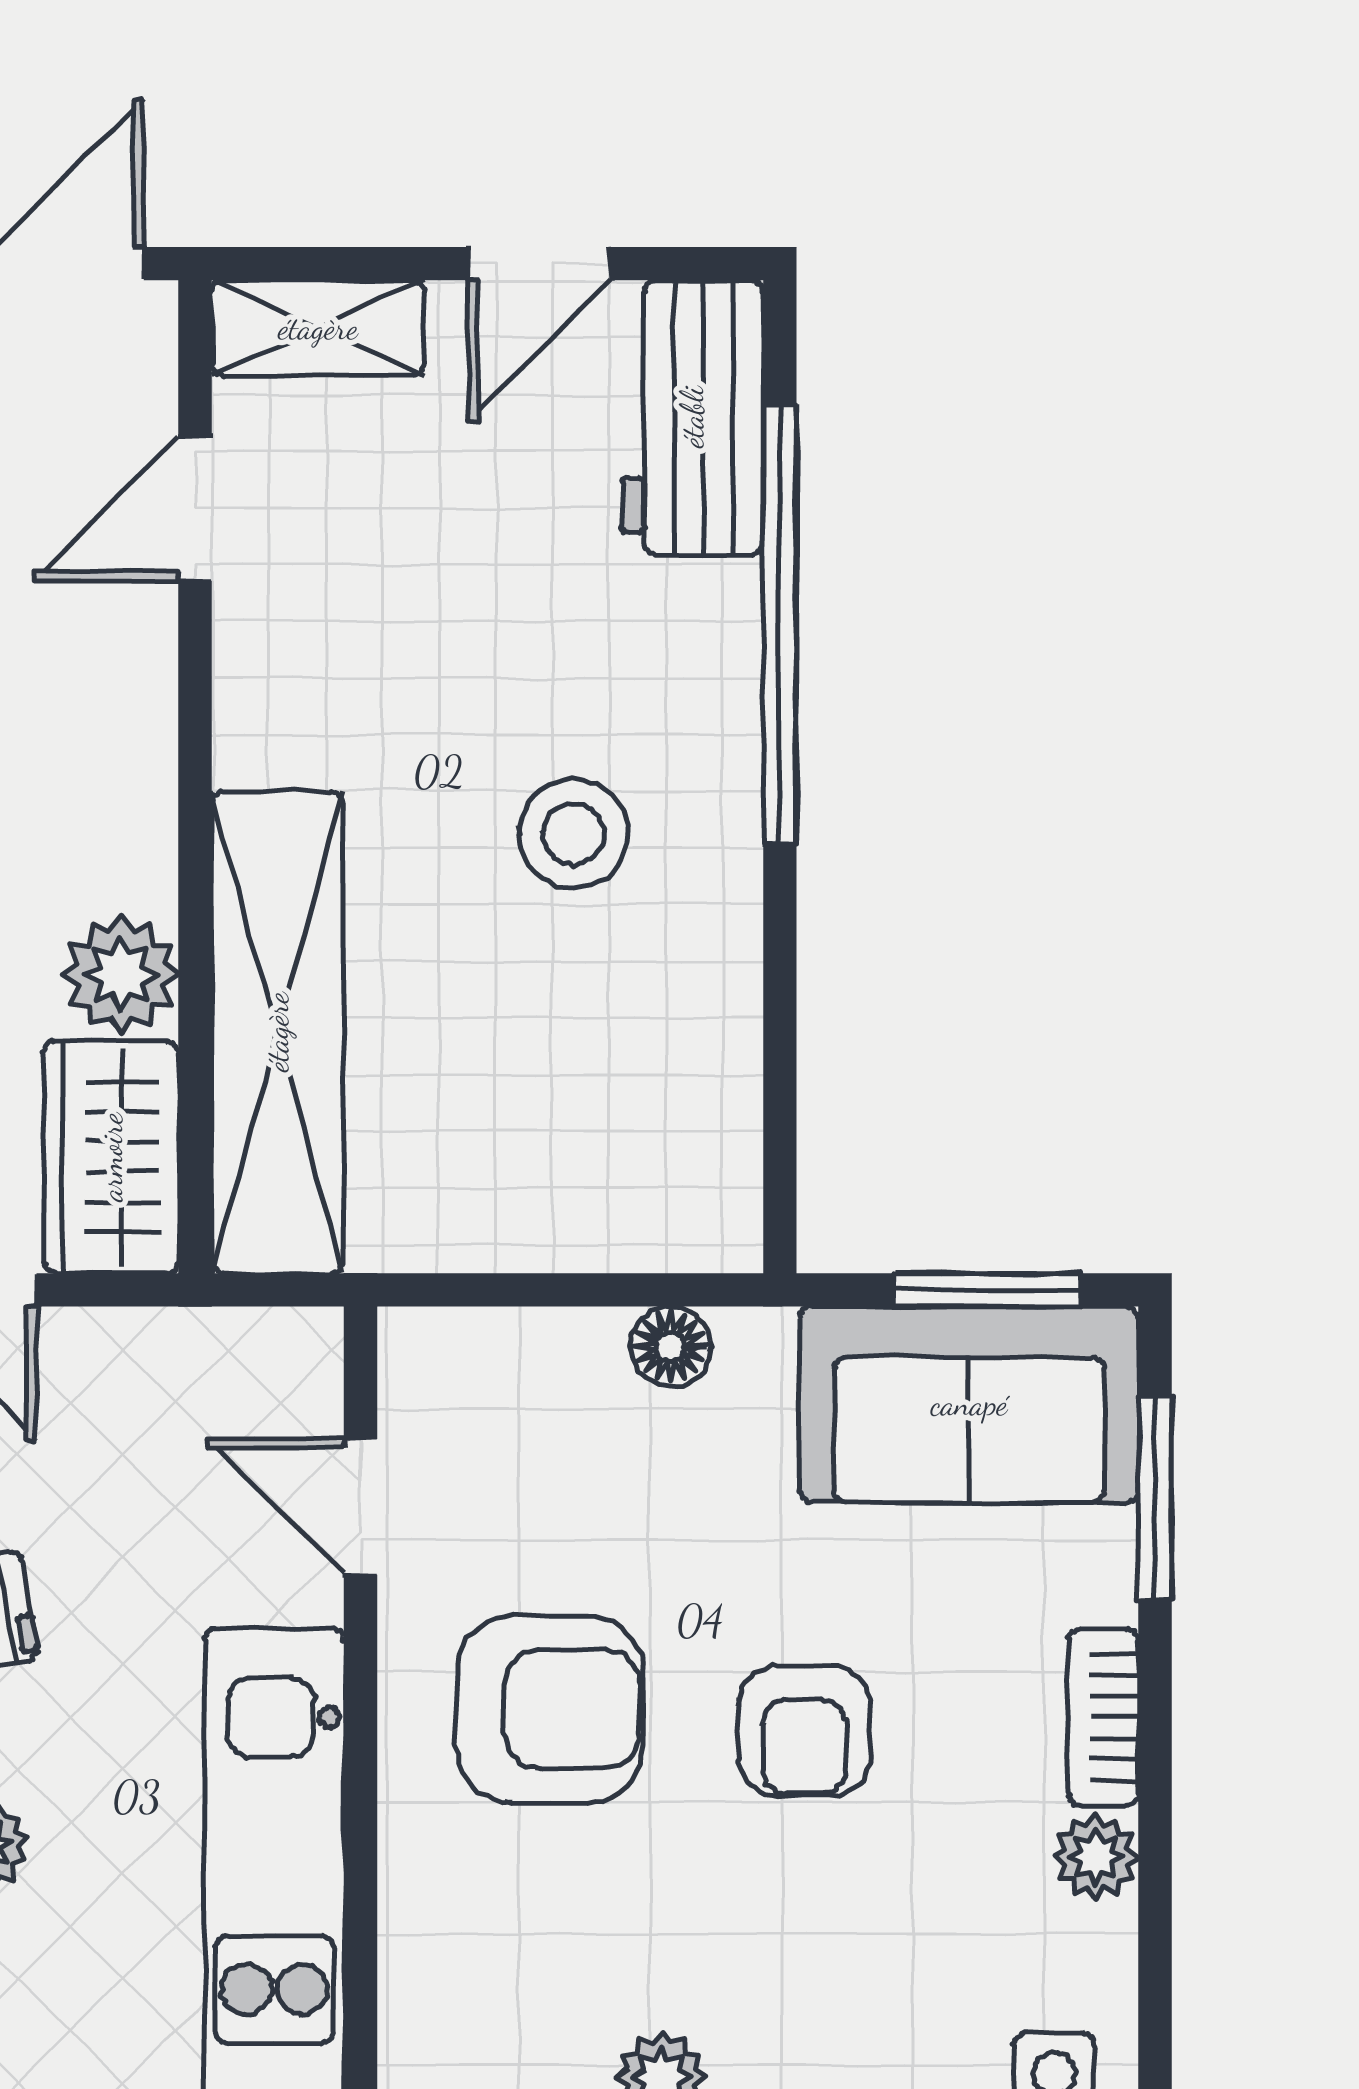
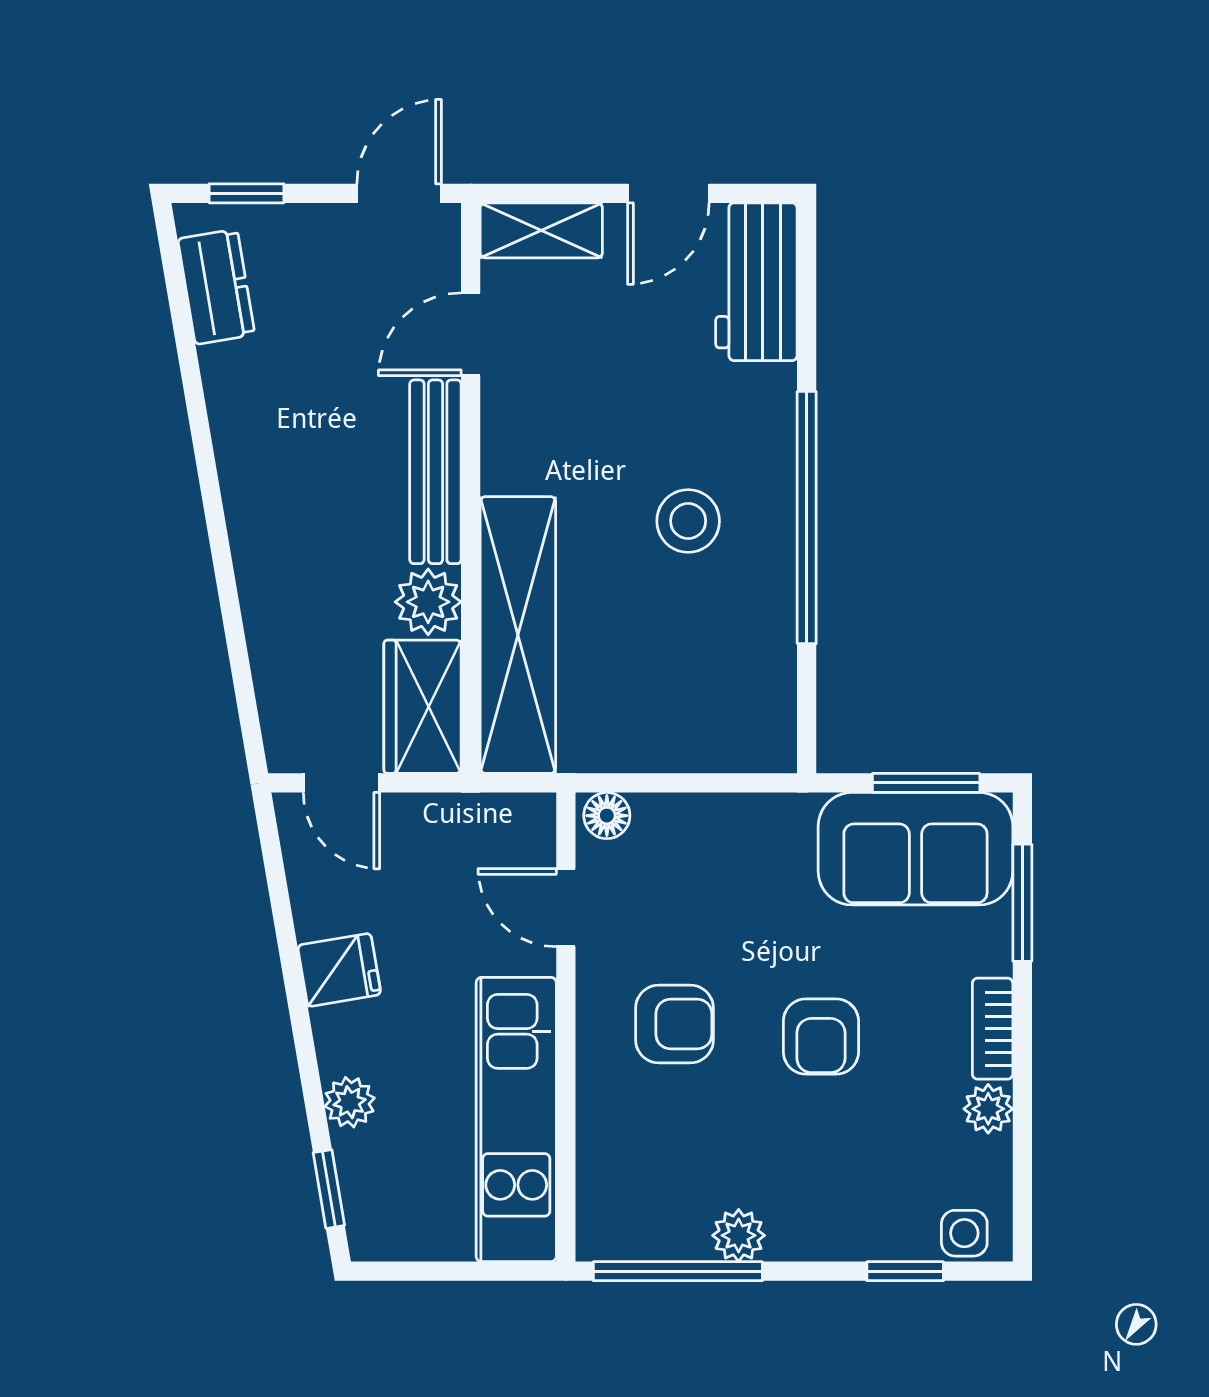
window: (780, 624) -> (807, 518), moved
bench: (134, 748) -> (435, 472), added
floor lamp: (671, 1347) -> (607, 816), moved
armchair: (550, 1709) -> (675, 1024), width x0.72, depth x0.72

